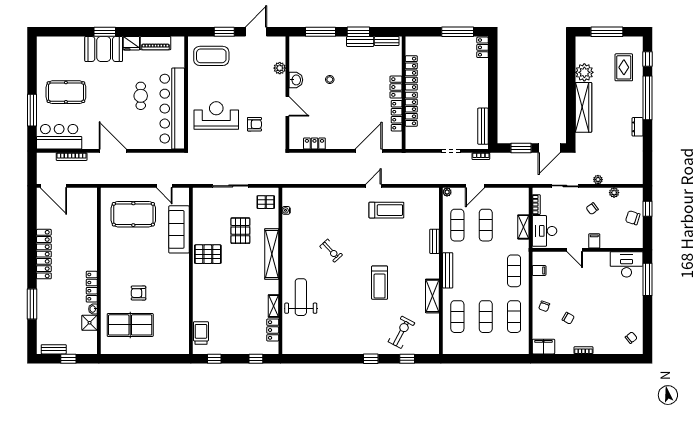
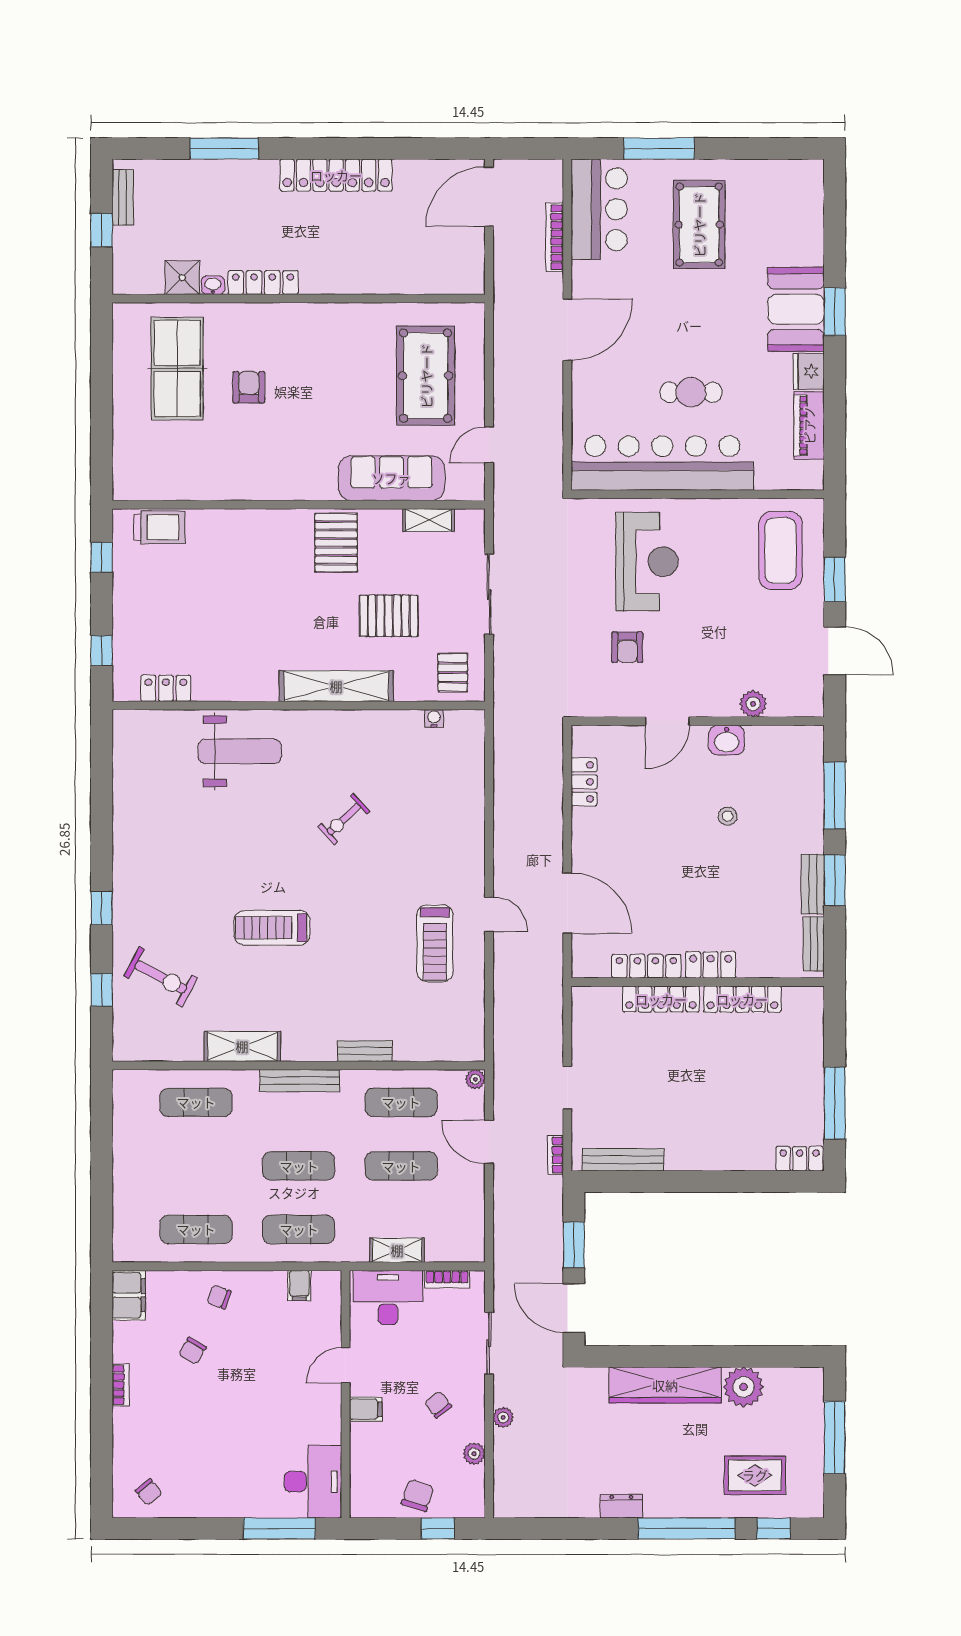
shelving: (274, 306) -> (429, 520), moved
exercise mat: (486, 317) -> (299, 1166), moved

